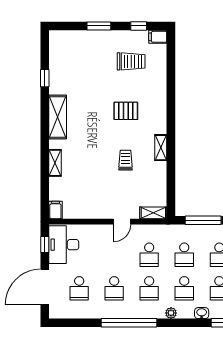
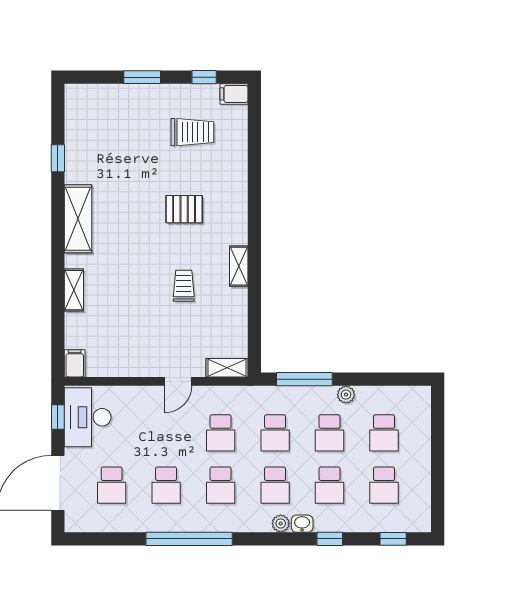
plant: (171, 313) -> (281, 523), moved

